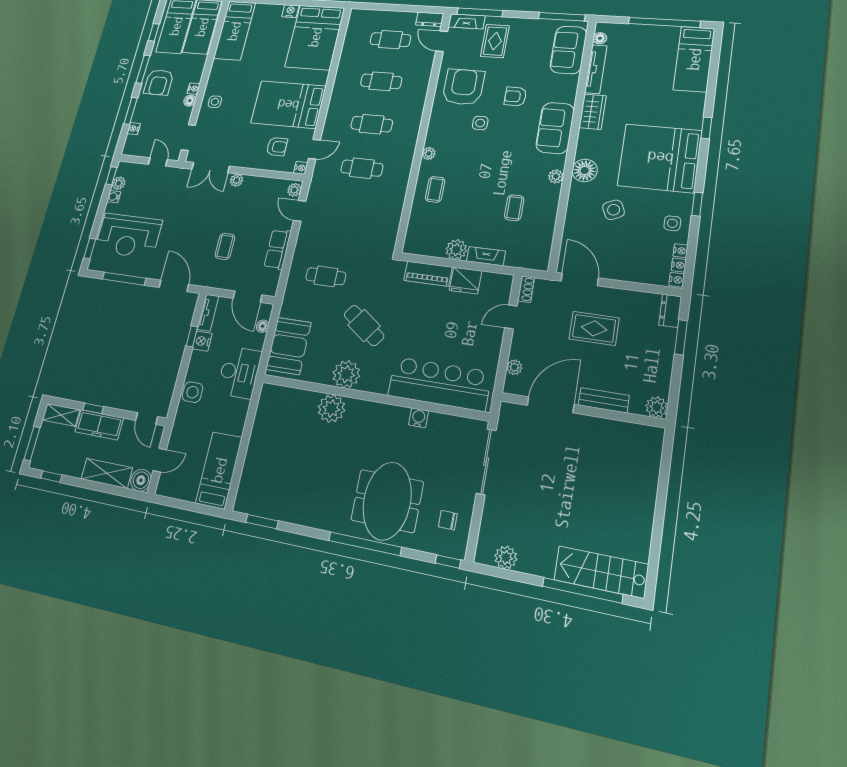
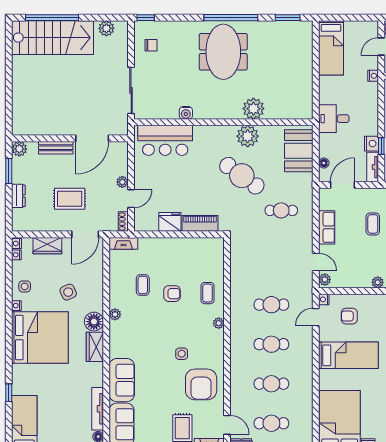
armchair: (515, 96) -> (172, 294), moved
bed: (288, 105) -> (348, 355), width x0.67
wardrobe: (593, 112) -> (95, 347), moved
sofa: (555, 128) -> (122, 380), moved
window: (706, 128) -> (9, 393), moved
window: (697, 204) -> (9, 304), removed
plant: (456, 250) -> (181, 246), removed
nightstand: (680, 251) -> (16, 306), moved
fireplace: (486, 256) -> (123, 243), moved
wardrobe: (634, 272) -> (47, 246), added
door: (580, 279) -> (85, 234), hinge flipped
door: (247, 297) -> (343, 185), hinge flipped
dresser: (670, 311) -> (18, 196), moved
cafe table: (364, 325) -> (242, 176), width x1.37, depth x1.35
window: (681, 337) -> (9, 171), moved
plant: (514, 367) -> (122, 182), moved
desk: (239, 372) -> (334, 119), width x0.73
bar counter: (439, 384) -> (165, 140), width x0.73
side table: (192, 392) -> (369, 102), removed
nightstand: (179, 425) -> (373, 76), added
meeting table: (387, 501) -> (223, 52), moved
window: (365, 544) -> (231, 18), moved
stairs: (601, 572) -> (53, 38), width x1.36, depth x1.51

